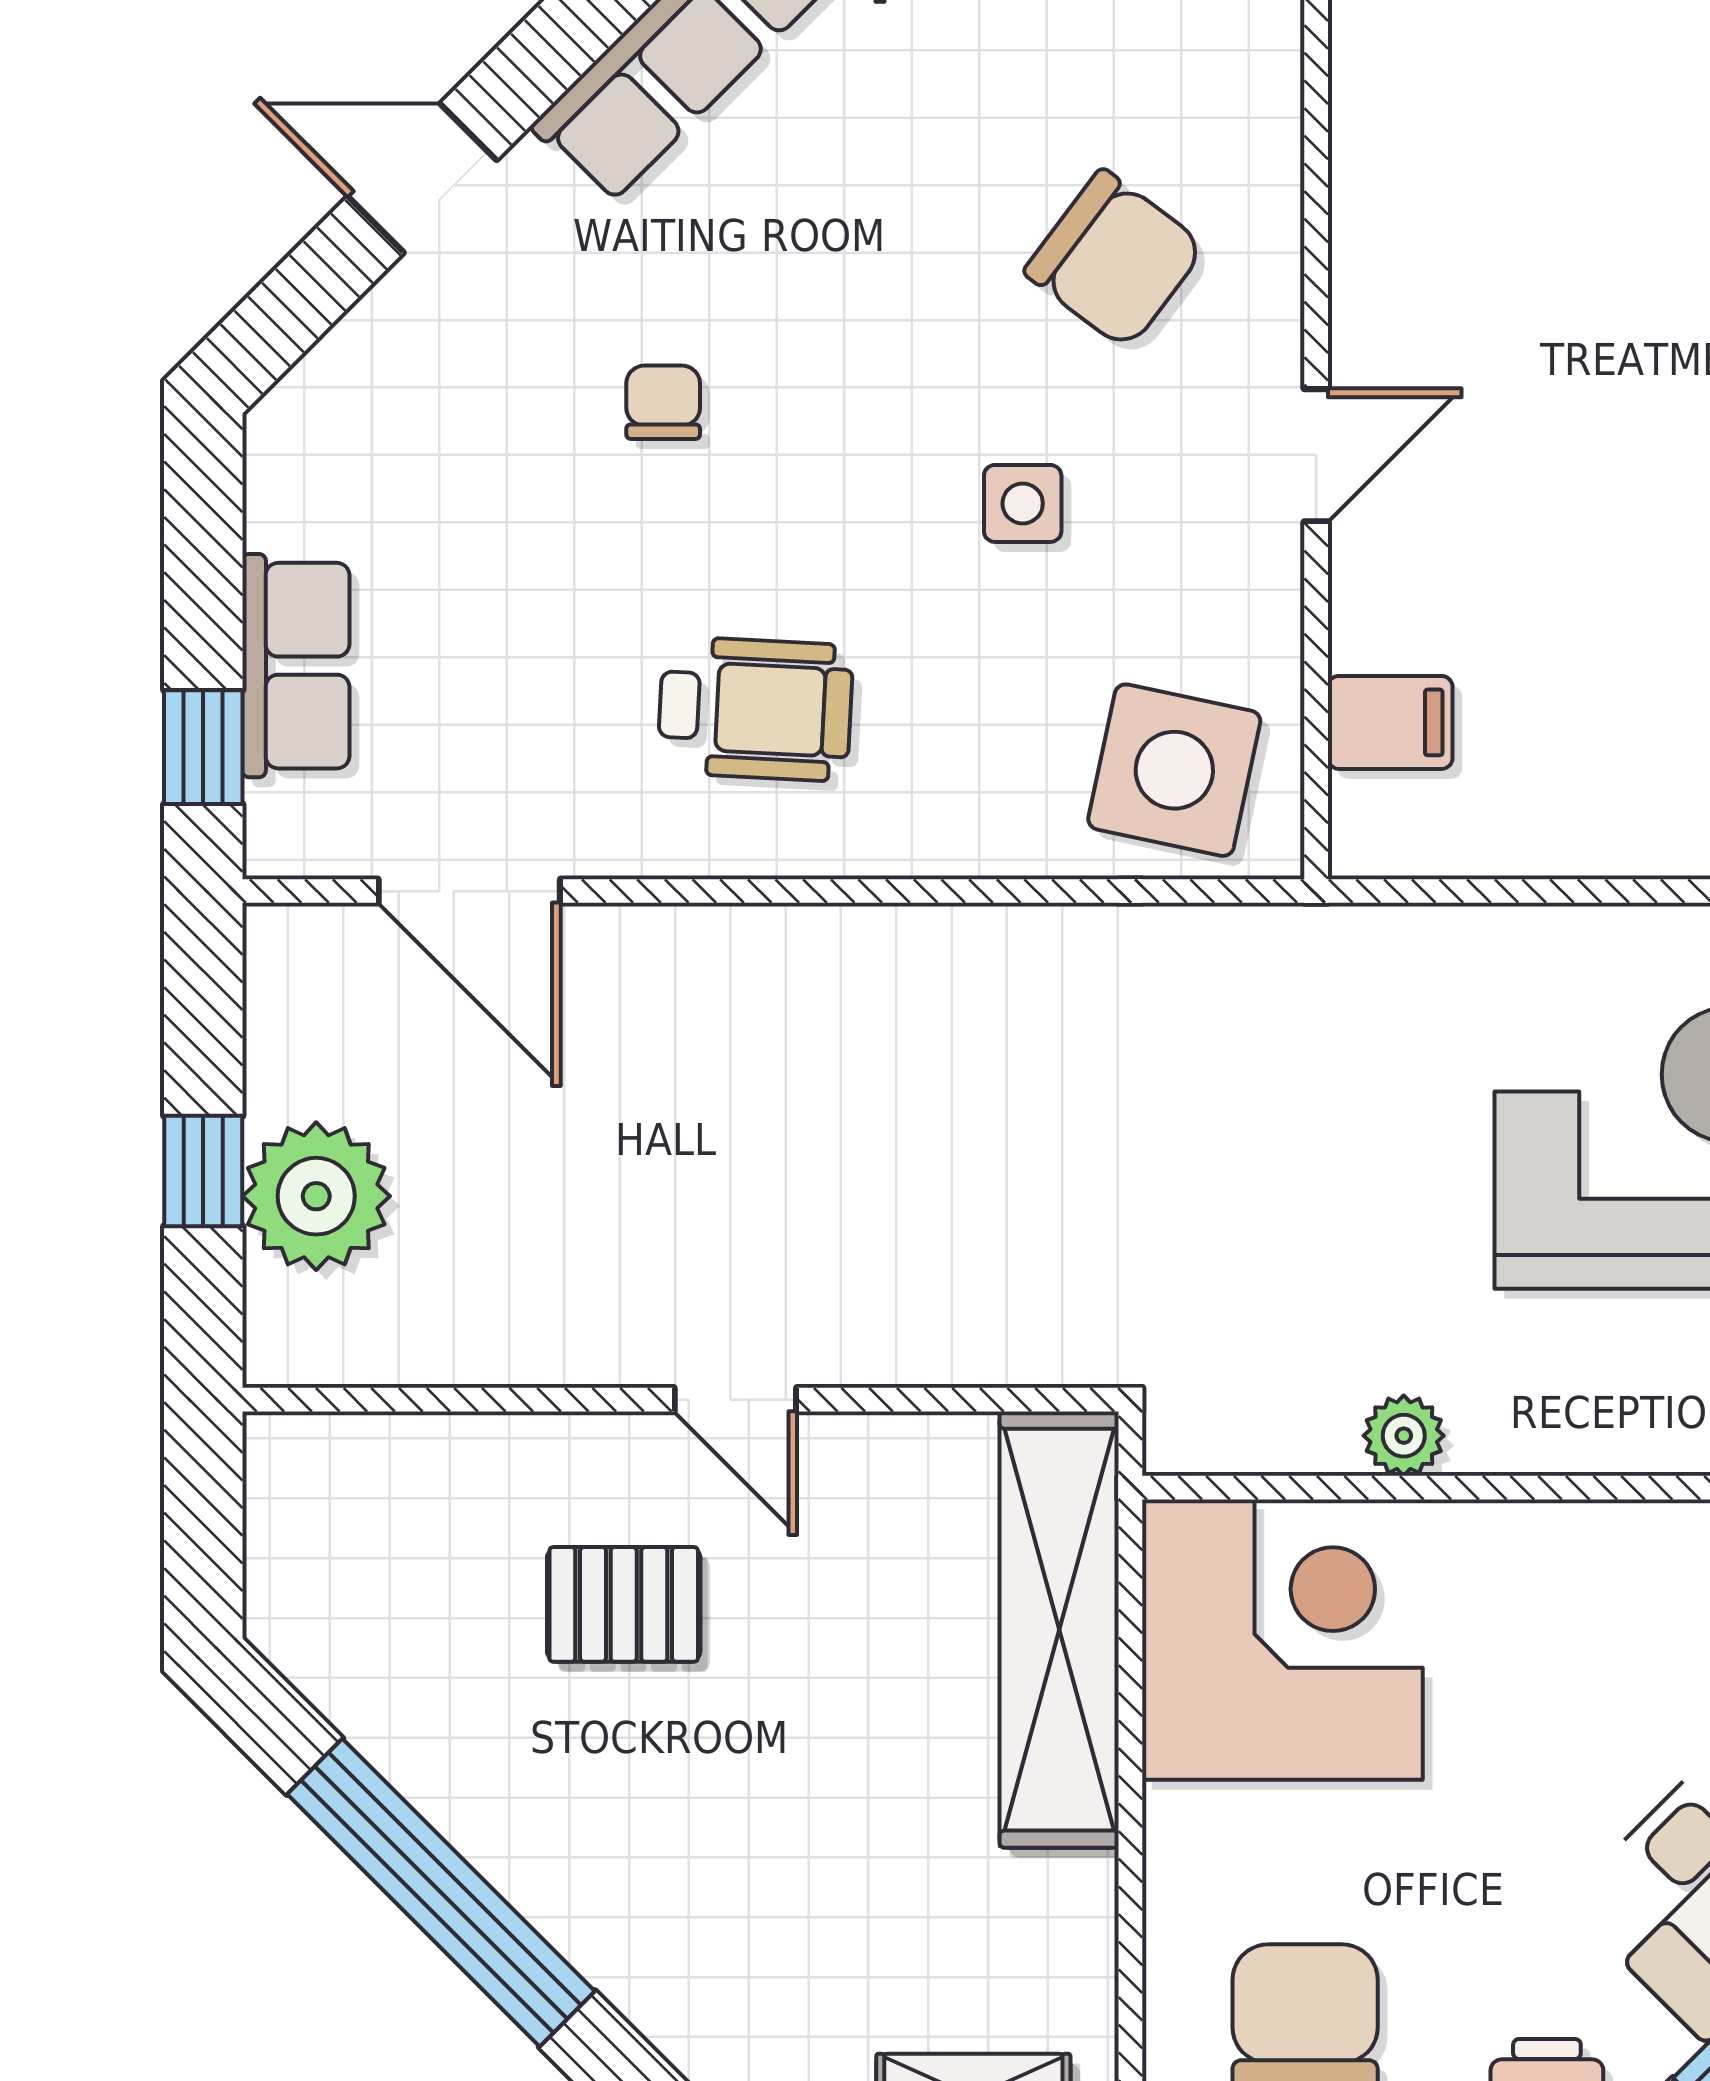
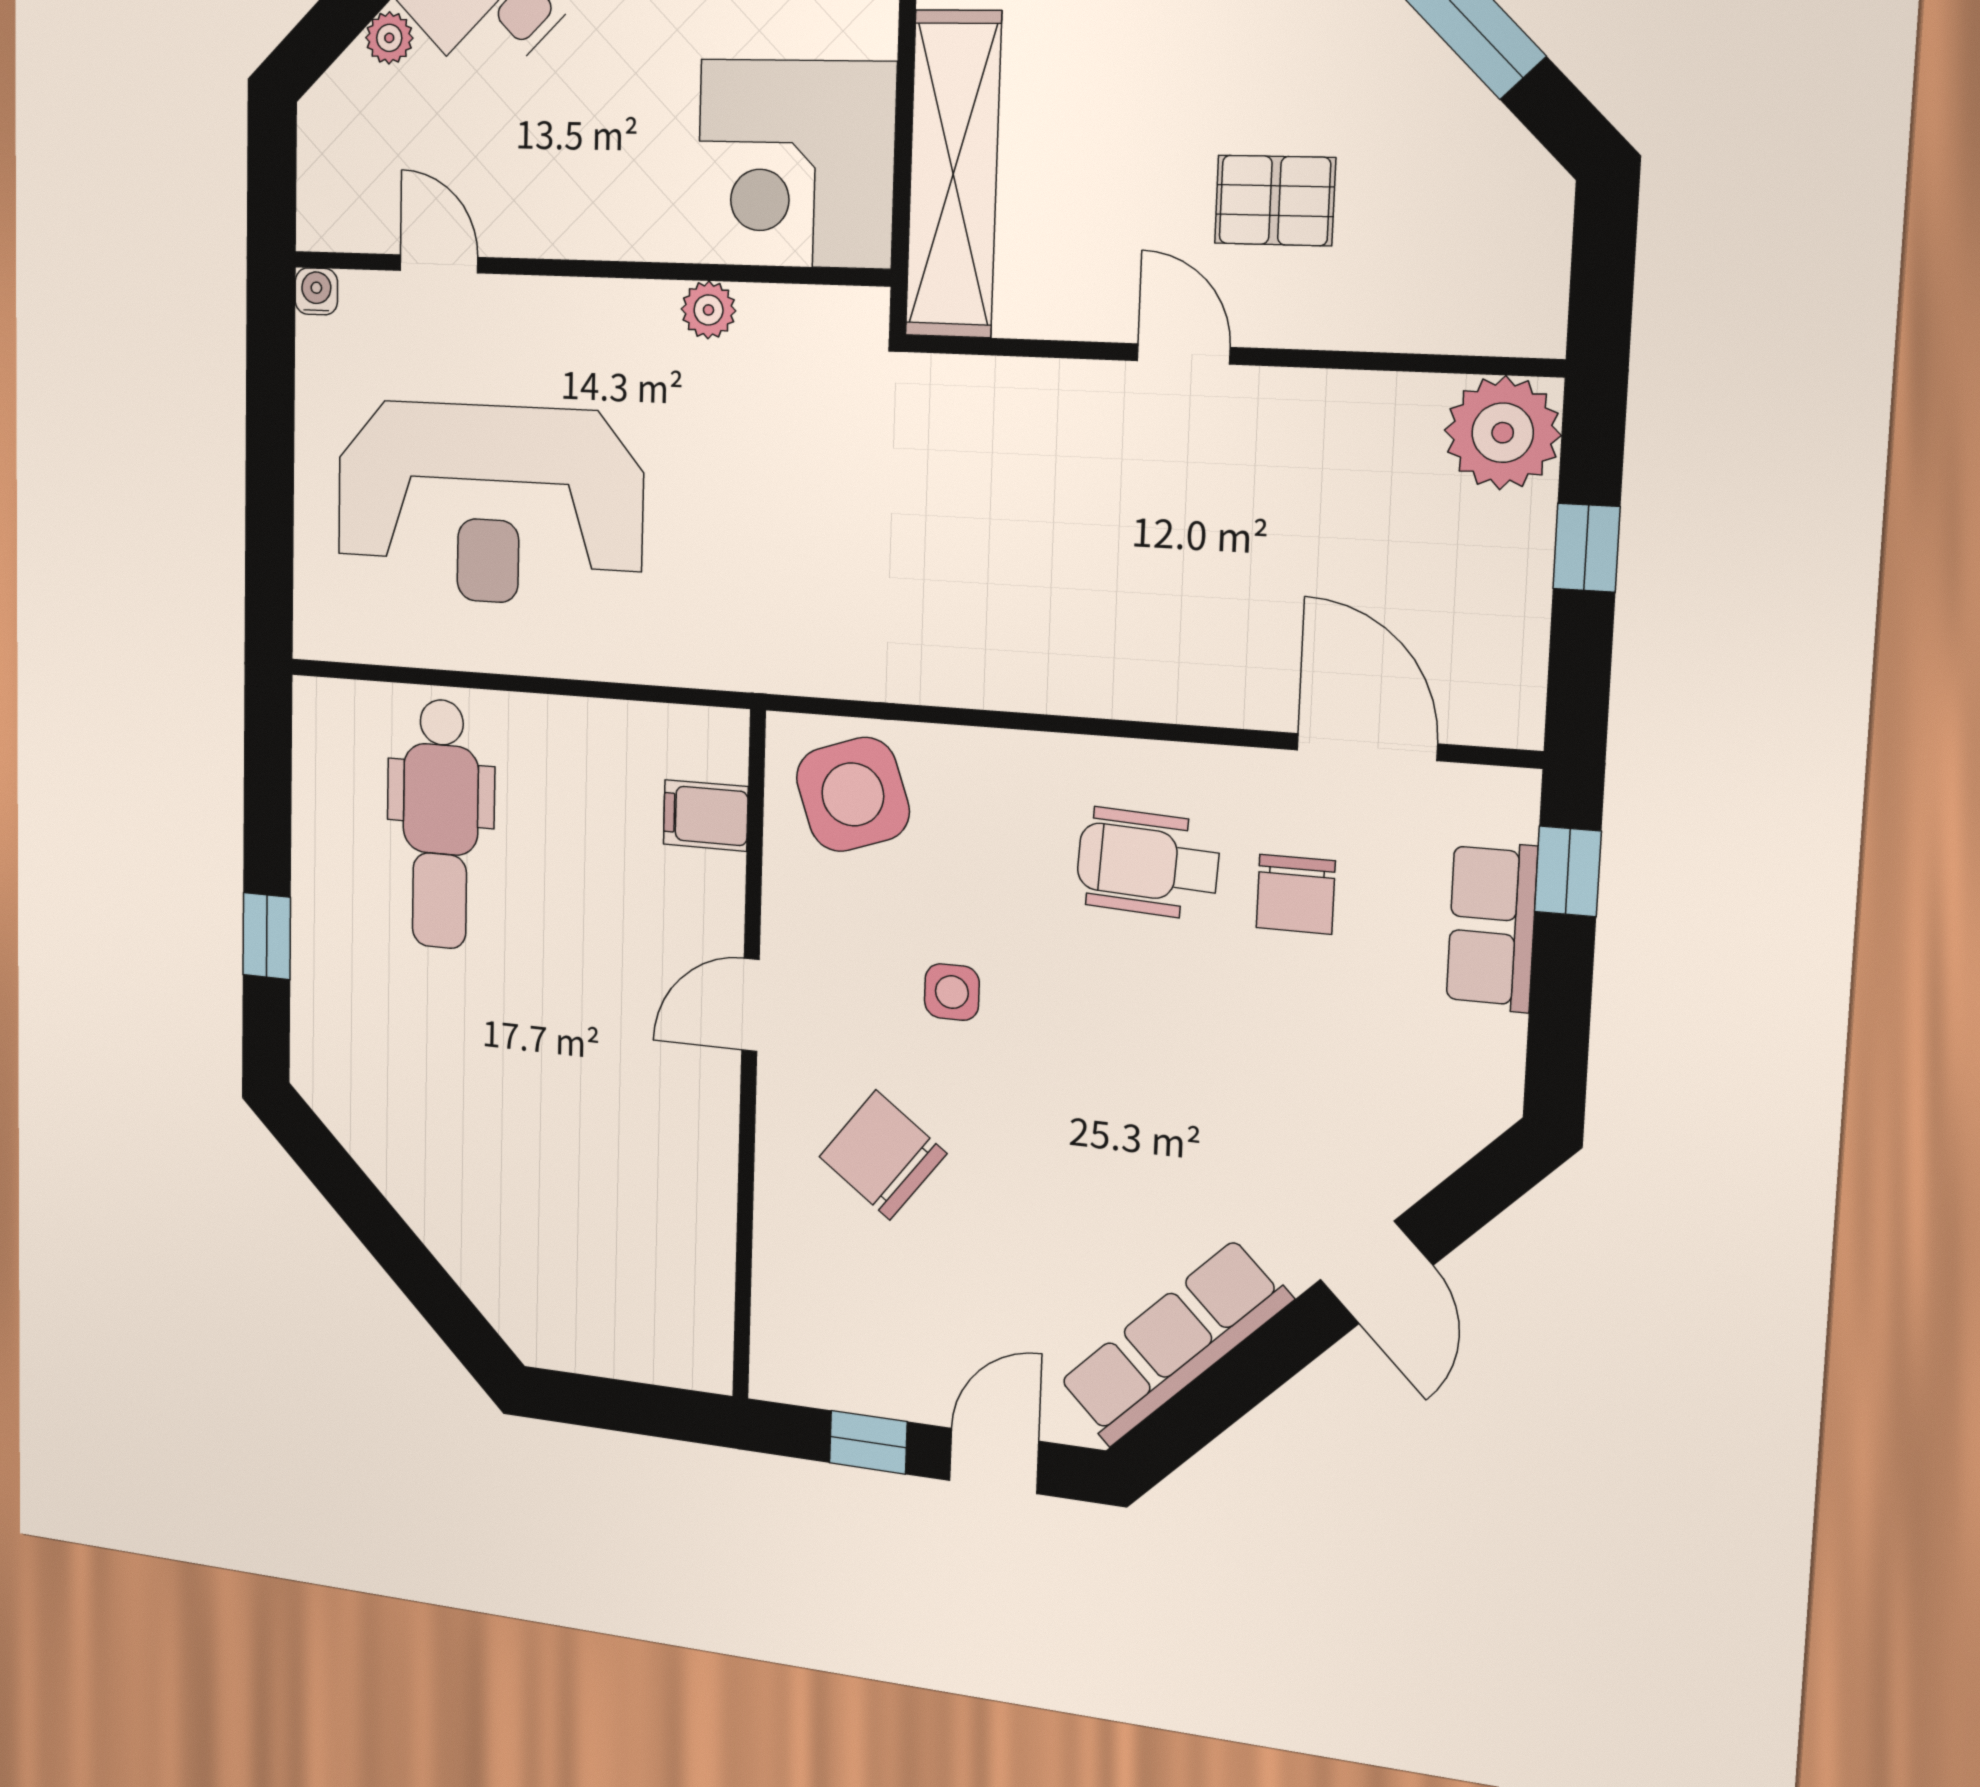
door: (422, 178) -> (1376, 1272), hinge flipped
chair: (663, 402) -> (1296, 894), moved, width x1.37, depth x1.37
side table: (1174, 770) -> (853, 794), turned -31
plant: (316, 1196) -> (1503, 433), moved

